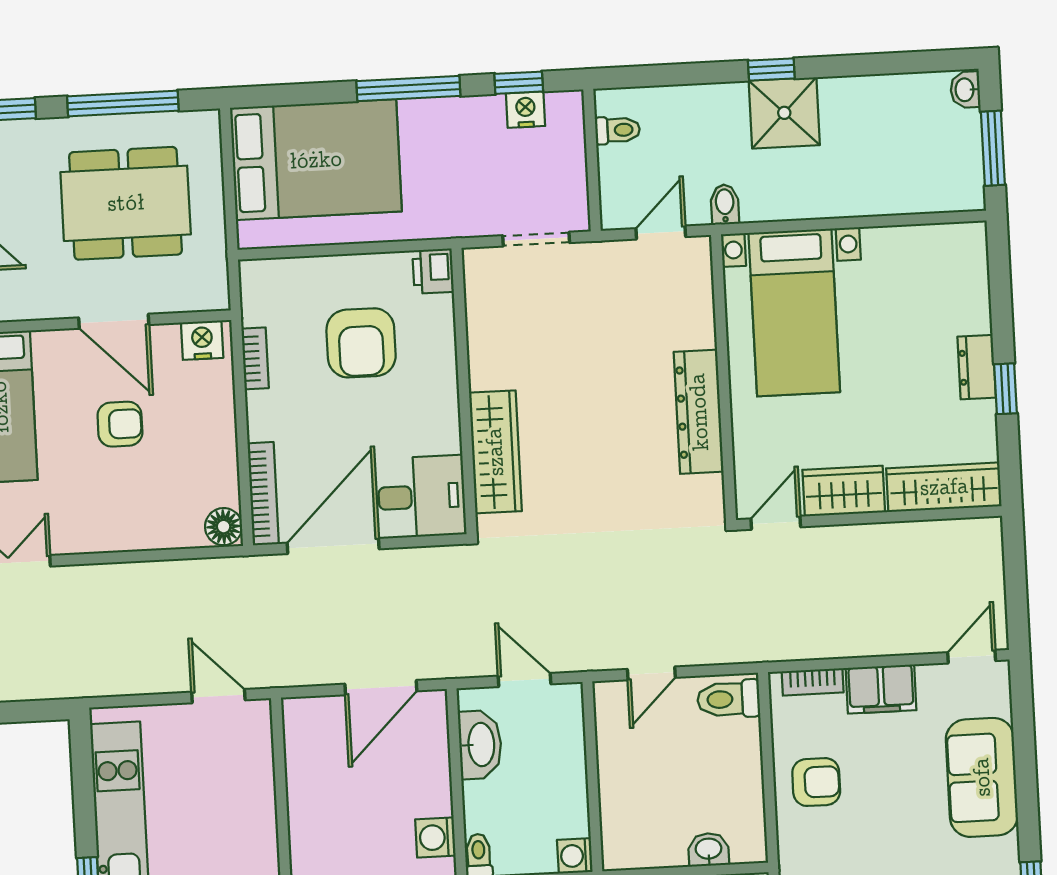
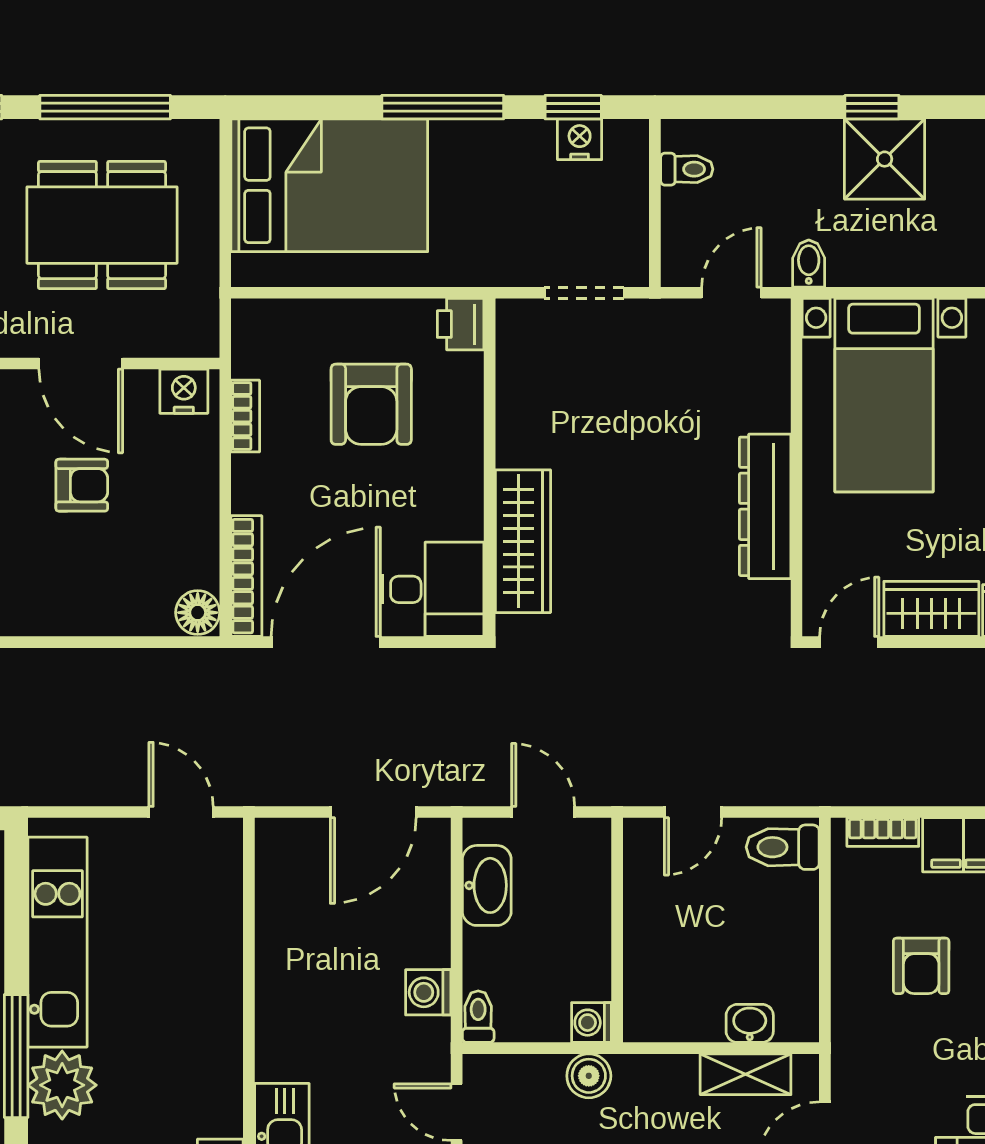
armchair: (816, 782) -> (921, 966), moved, turned 90

